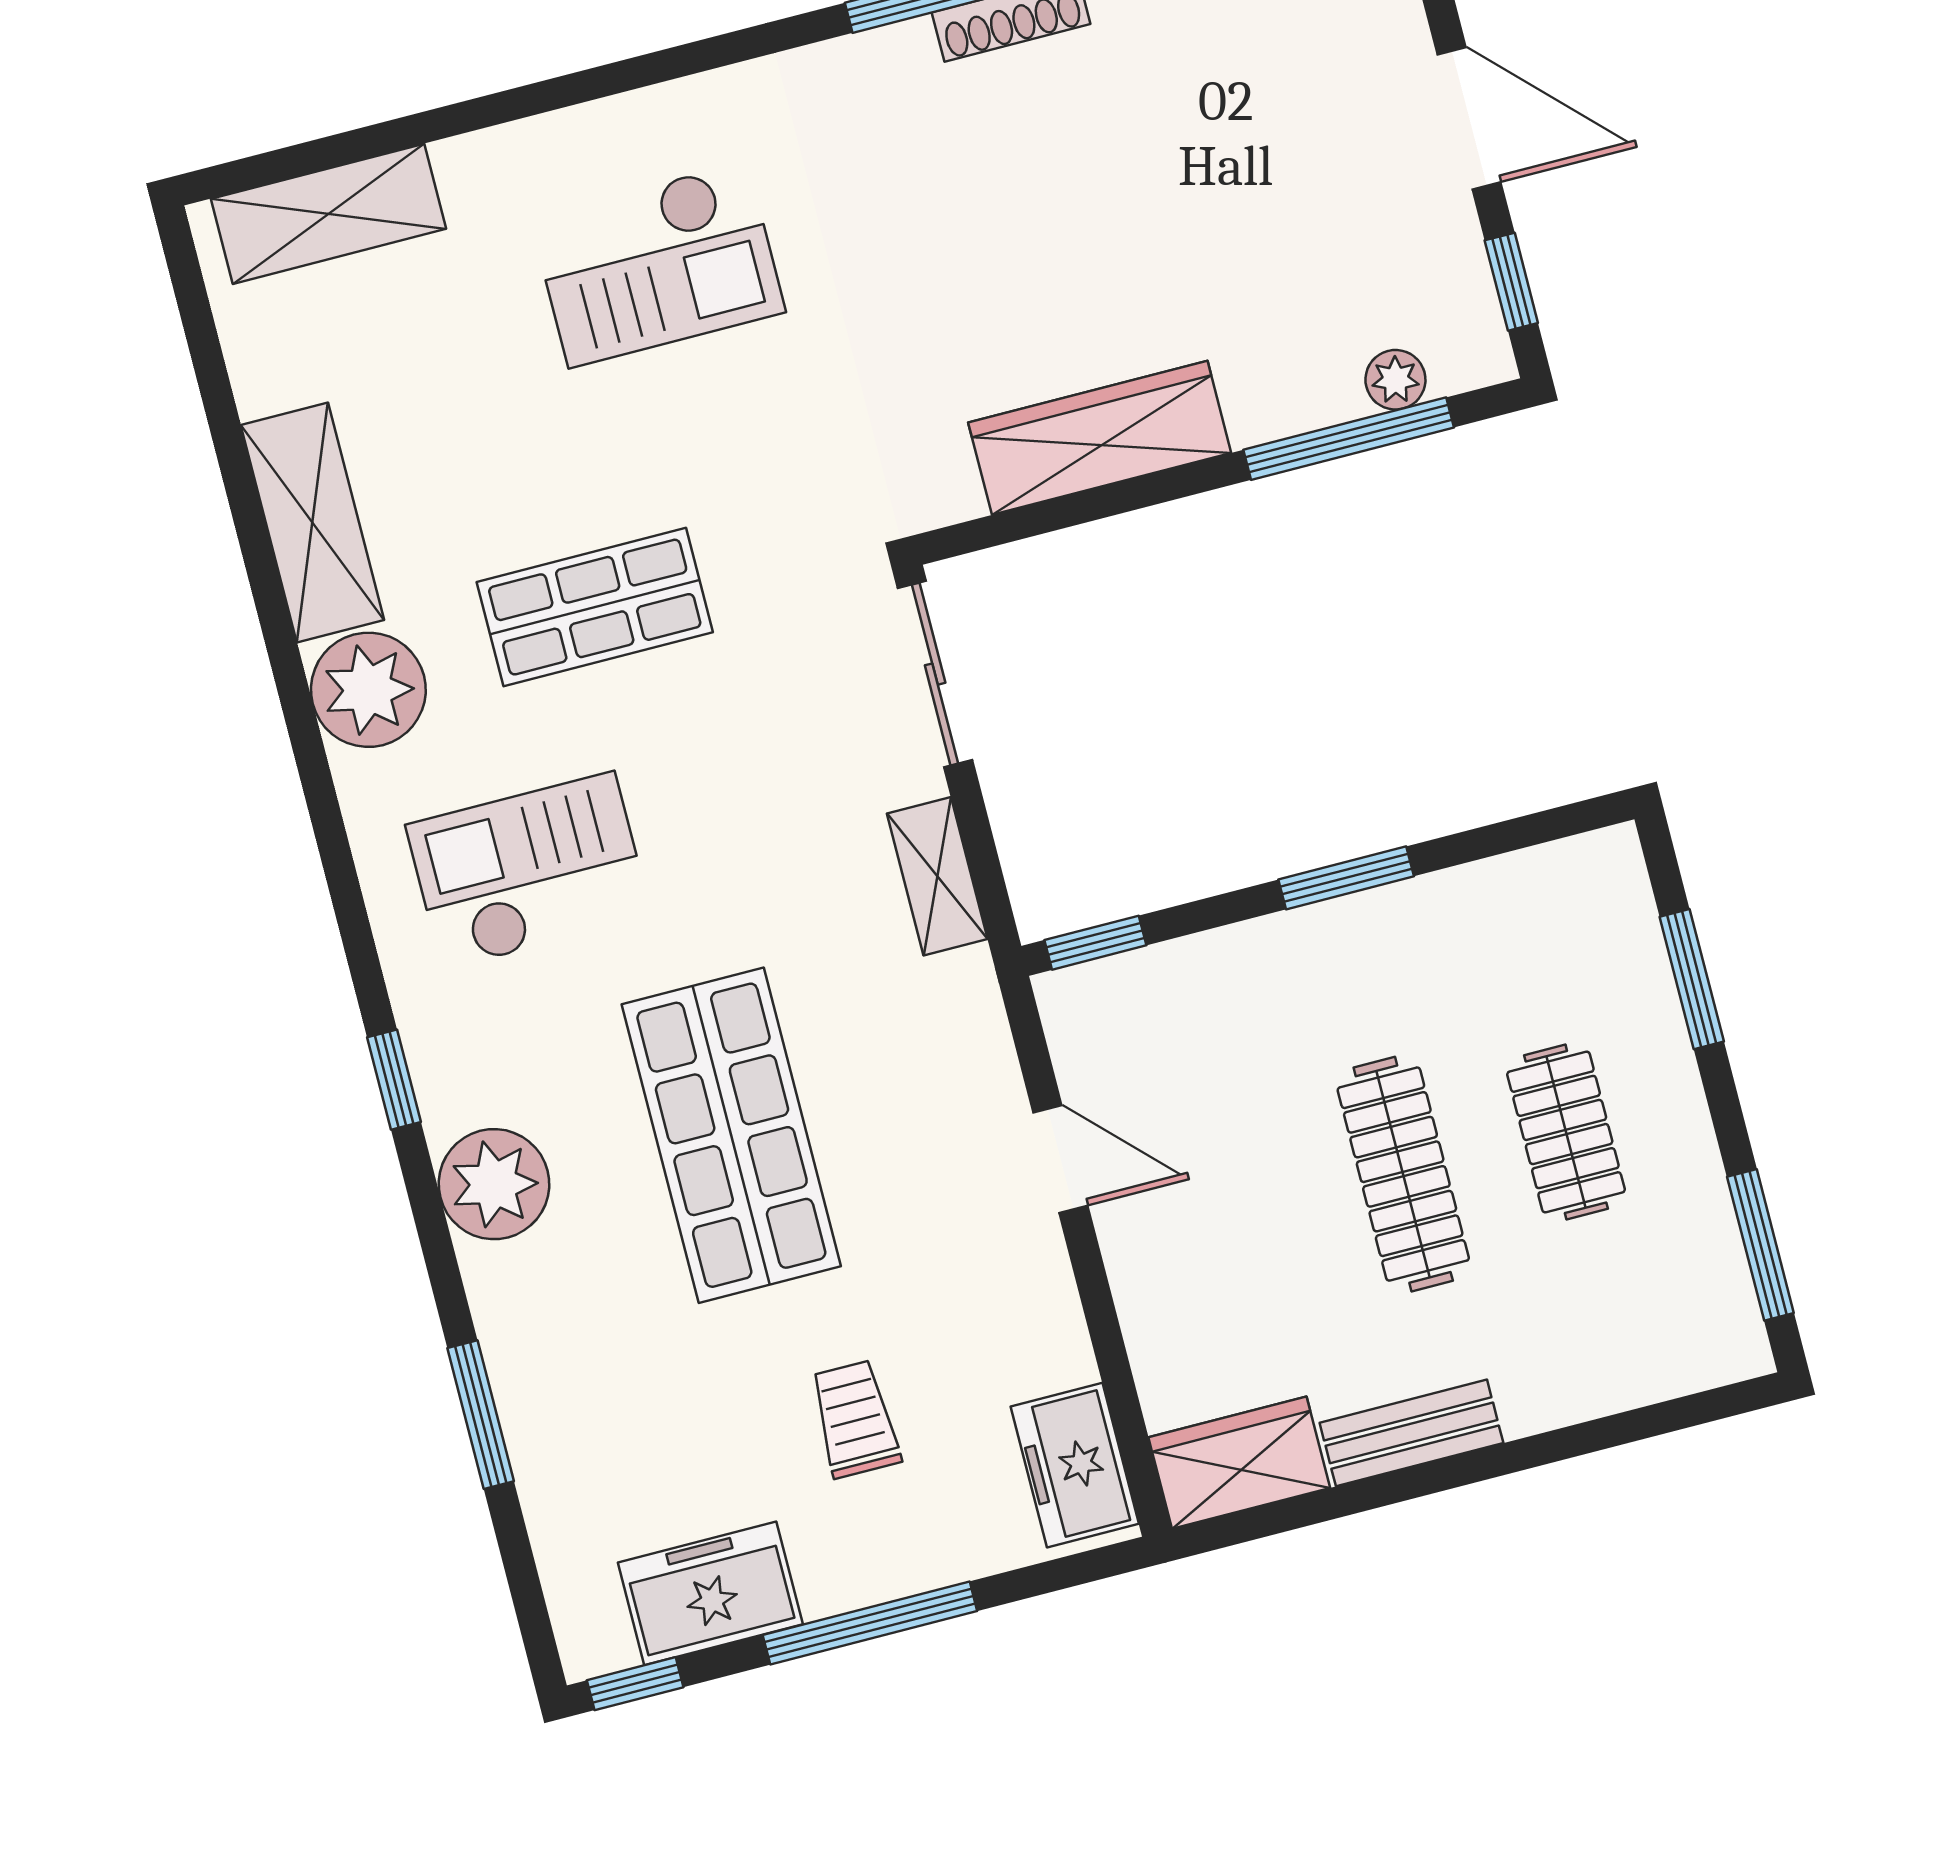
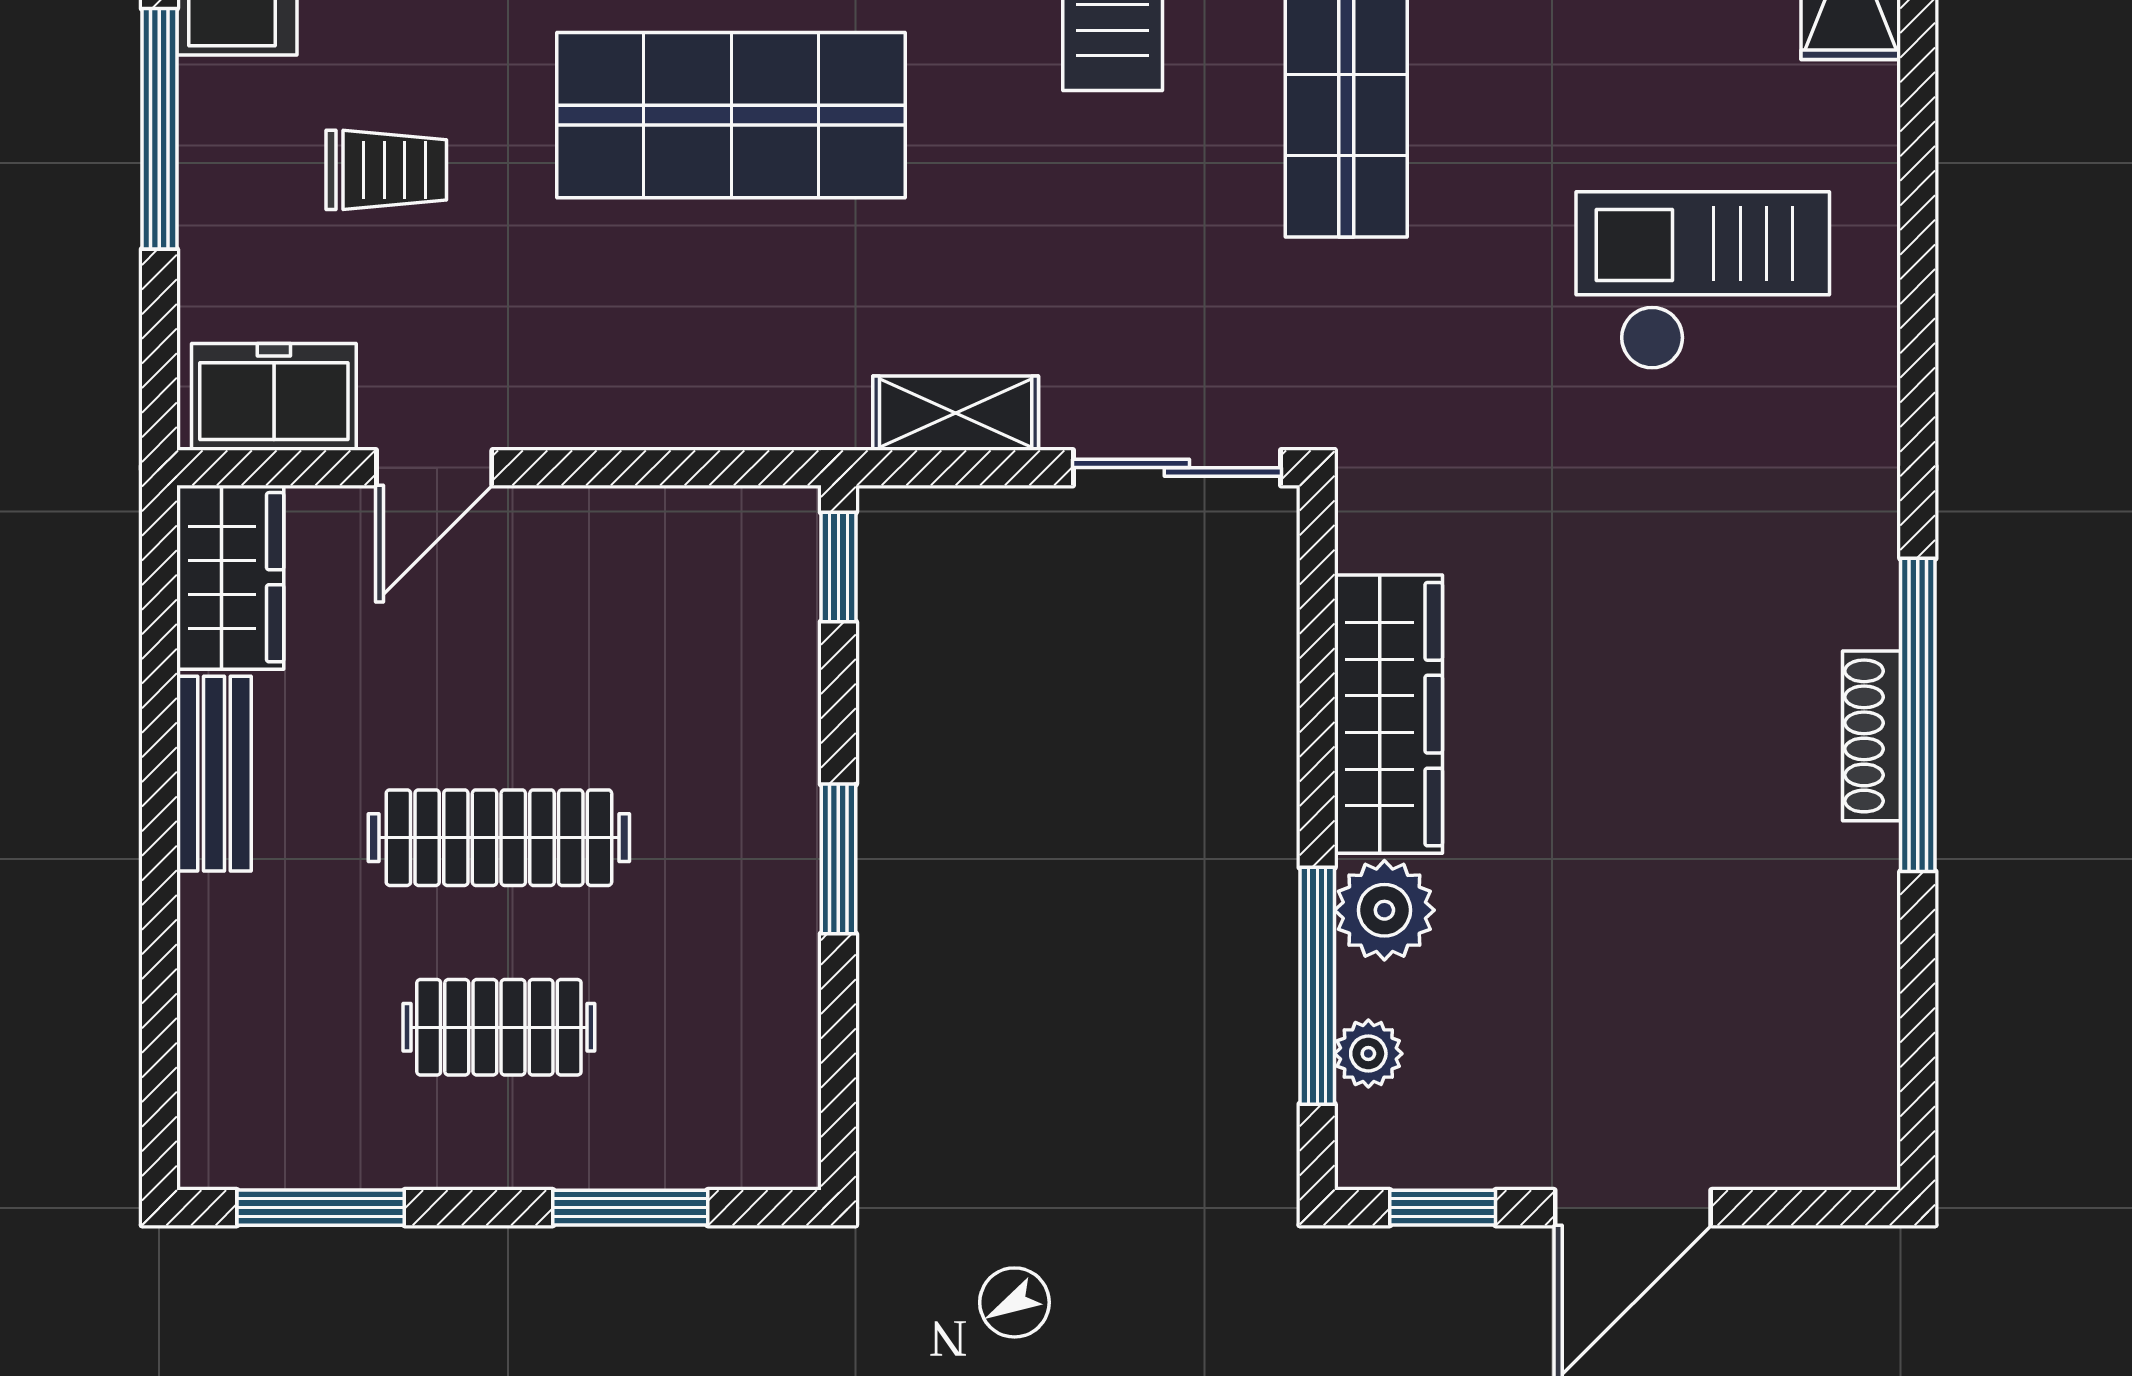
checkout: (658, 264) -> (1703, 281), turned 90
plant: (1269, 398) -> (1384, 910), added
door: (1060, 1159) -> (434, 468), moved

